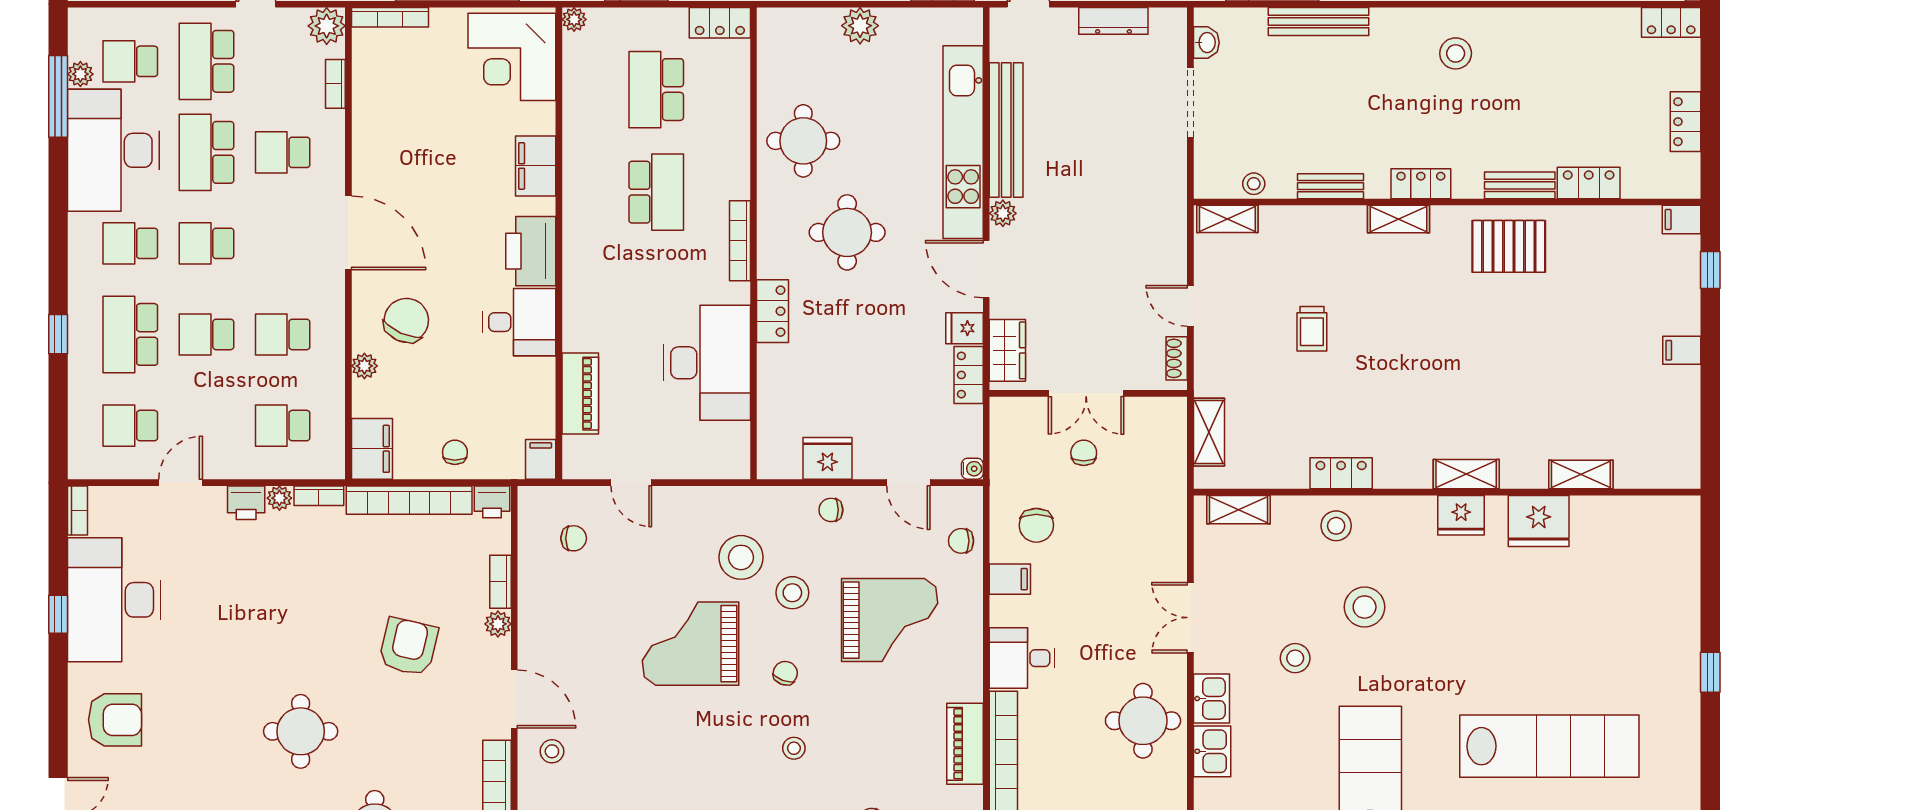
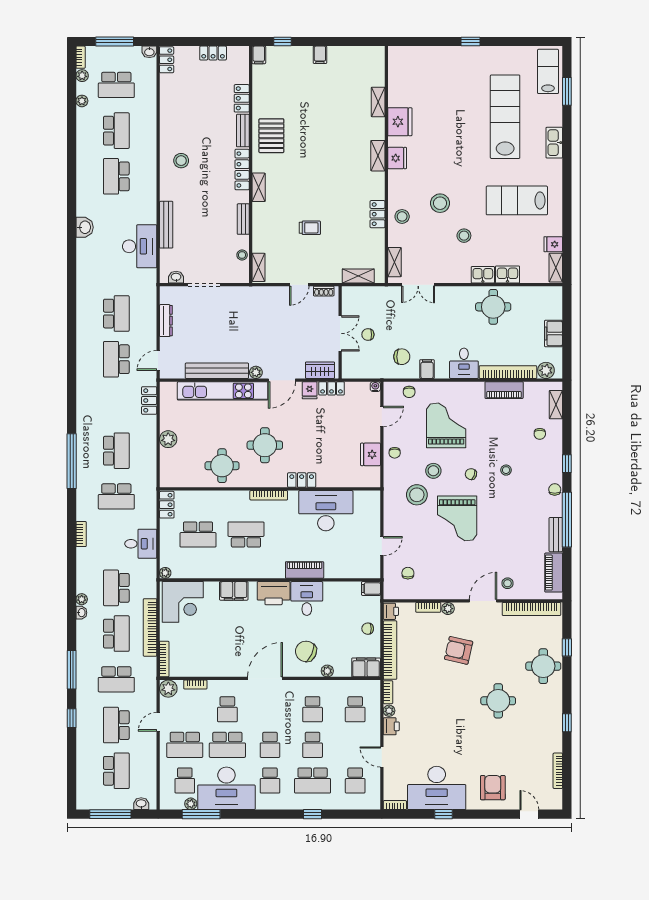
locker: (1421, 184) -> (242, 170), width x1.53
piano: (580, 394) -> (305, 570), moved
double door: (1190, 618) -> (418, 285), moved

